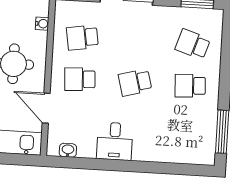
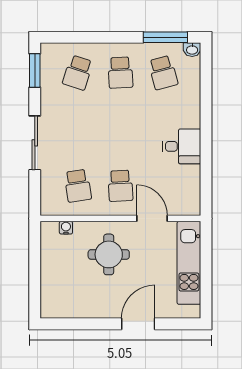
school desk: (135, 83) -> (163, 73), moved
door: (46, 108) -> (152, 218), swing flipped
washbasin: (68, 150) -> (192, 50), moved, turned -90

